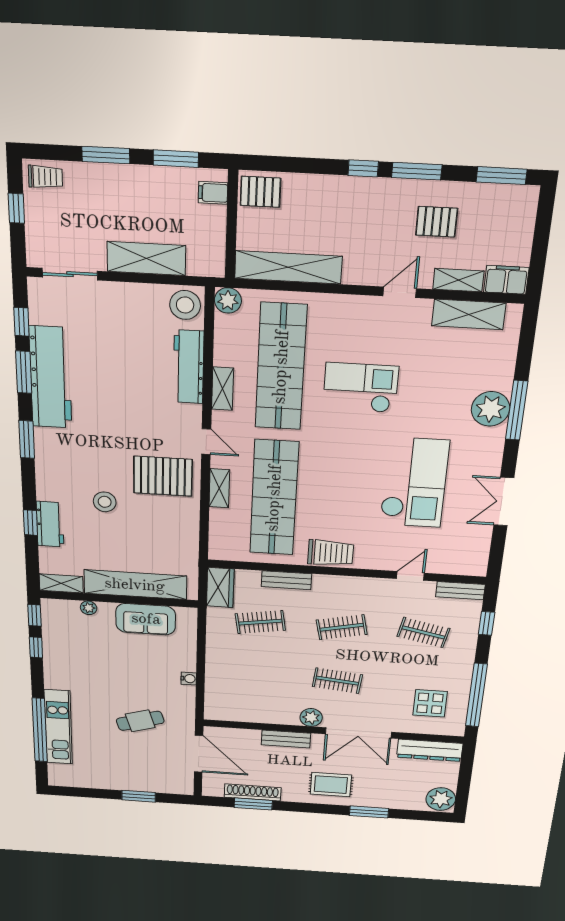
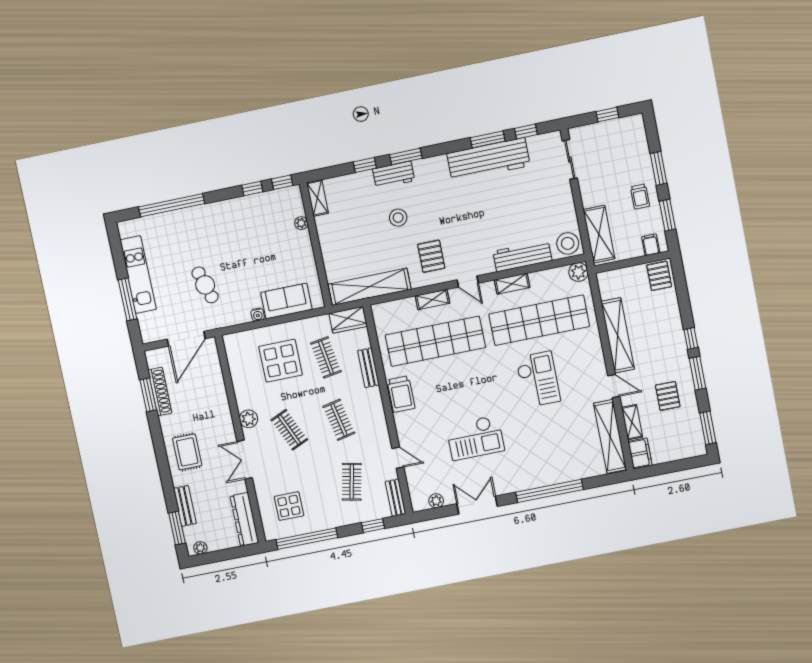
trolley: (45, 177) -> (640, 197), moved
shelving: (146, 258) -> (599, 234), moved
shelving: (288, 267) -> (618, 335), moved
shelving: (469, 314) -> (610, 436), width x1.47
plant: (491, 409) -> (436, 501), moved, width x0.53, depth x0.53
window: (517, 410) -> (549, 491), width x1.46
window: (27, 439) -> (406, 156), moved
door: (206, 442) -> (468, 281), hinge flipped
pallet: (163, 476) -> (431, 256), width x0.67, depth x0.71
checkout: (414, 483) -> (475, 438), width x0.73, depth x0.83
workbench: (50, 524) -> (394, 175), moved
shelving: (135, 585) -> (370, 287), moved, turned 90
sofa: (146, 619) -> (286, 301), moved, turned 90
display table: (251, 669) -> (280, 361), added
clothes rail: (337, 681) -> (289, 430), turned -30
kitchen unit: (58, 727) -> (138, 275), moved, turned -90
double door: (358, 733) -> (245, 460), width x0.73
bench: (286, 739) -> (185, 506), moved
window: (139, 796) -> (128, 299), width x1.44
plant: (441, 799) -> (200, 548), width x0.53, depth x0.53
window: (369, 812) -> (177, 528), moved

